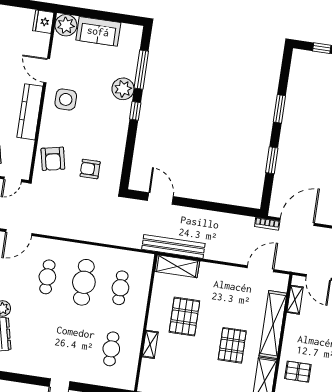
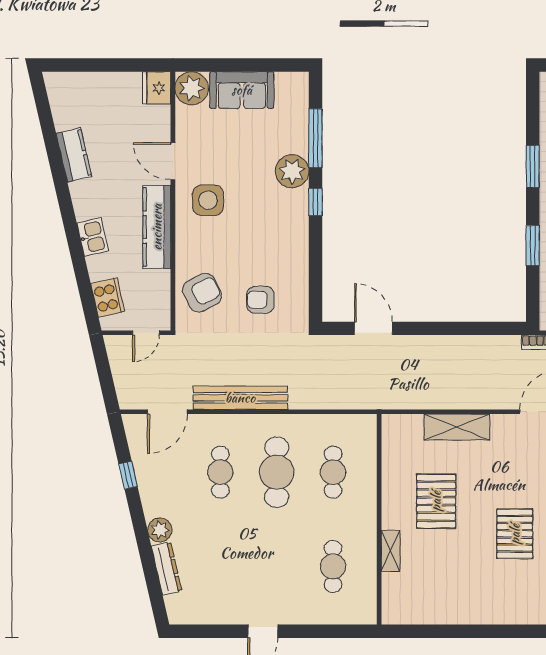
armchair: (53, 159) -> (202, 293), turned -105
bench: (173, 246) -> (240, 398), moved
shelving: (177, 266) -> (457, 427), moved

